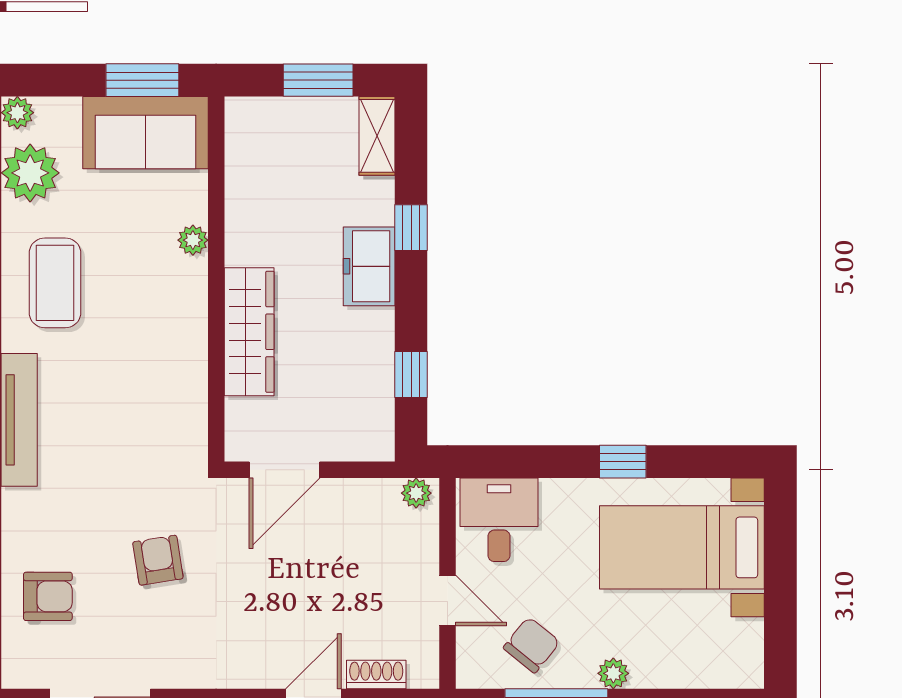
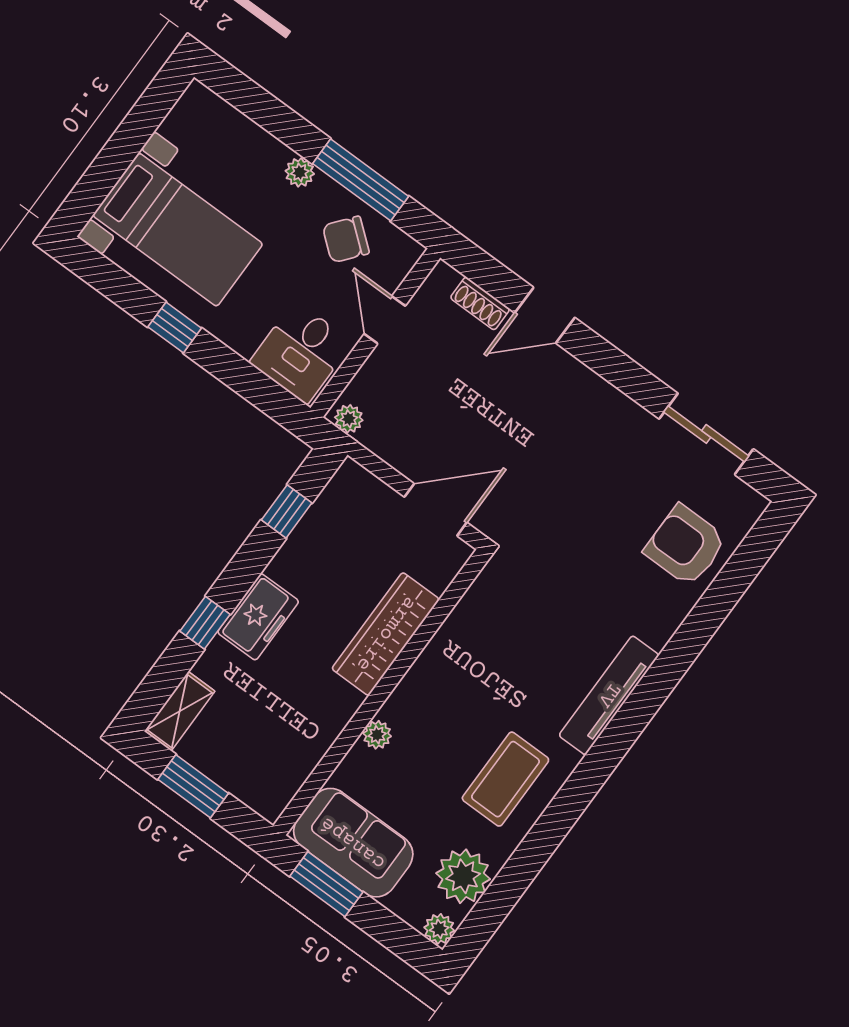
armchair: (158, 560) -> (582, 512), removed
armchair: (48, 596) -> (685, 545), width x1.38, depth x1.38

